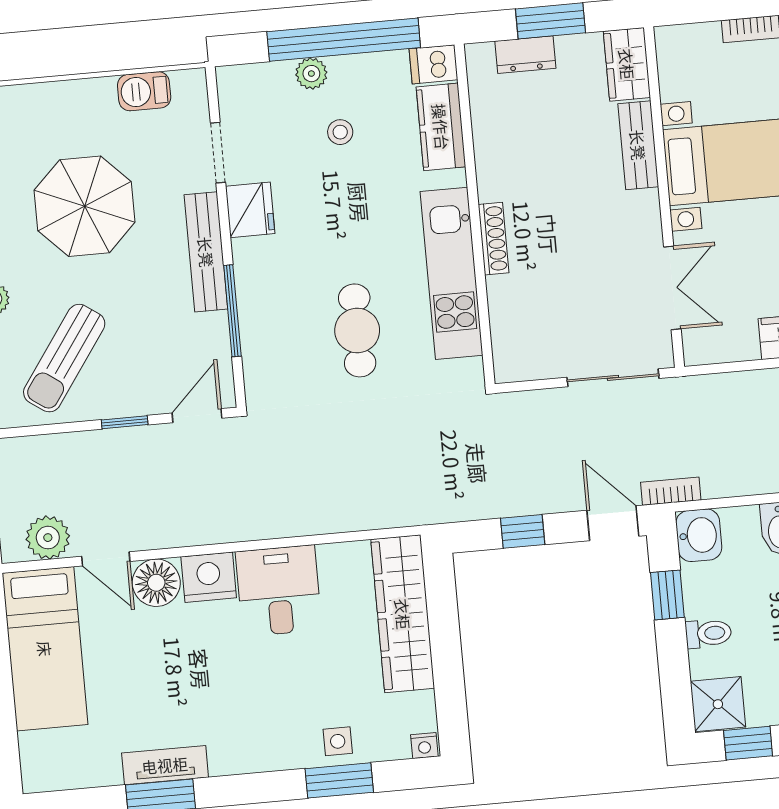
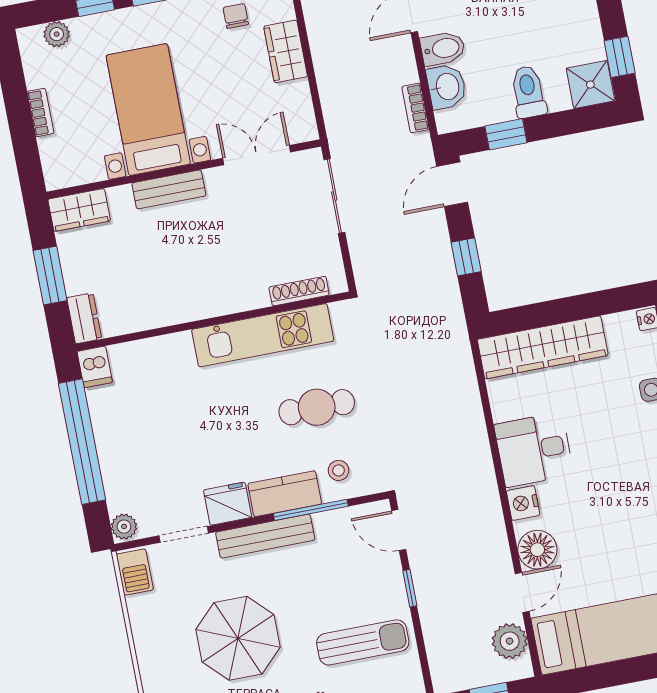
dresser: (525, 55) -> (84, 318), moved
plant: (311, 74) -> (124, 527), moved
barbecue: (144, 91) -> (135, 572), moved
kitchen counter: (441, 127) -> (285, 494), moved, turned 180
stool: (340, 132) -> (339, 470), moved
bench: (638, 145) -> (169, 189), moved
shoe rack: (493, 239) -> (299, 291), moved
sun lounger: (64, 358) -> (363, 642), turned -35
bookcase: (671, 491) -> (415, 108), moved
washbasin: (699, 535) -> (447, 87), moved, turned 90
nightstand: (209, 577) -> (523, 503), width x0.74, depth x0.75
toilet: (708, 633) -> (528, 92), width x1.37, depth x1.39

